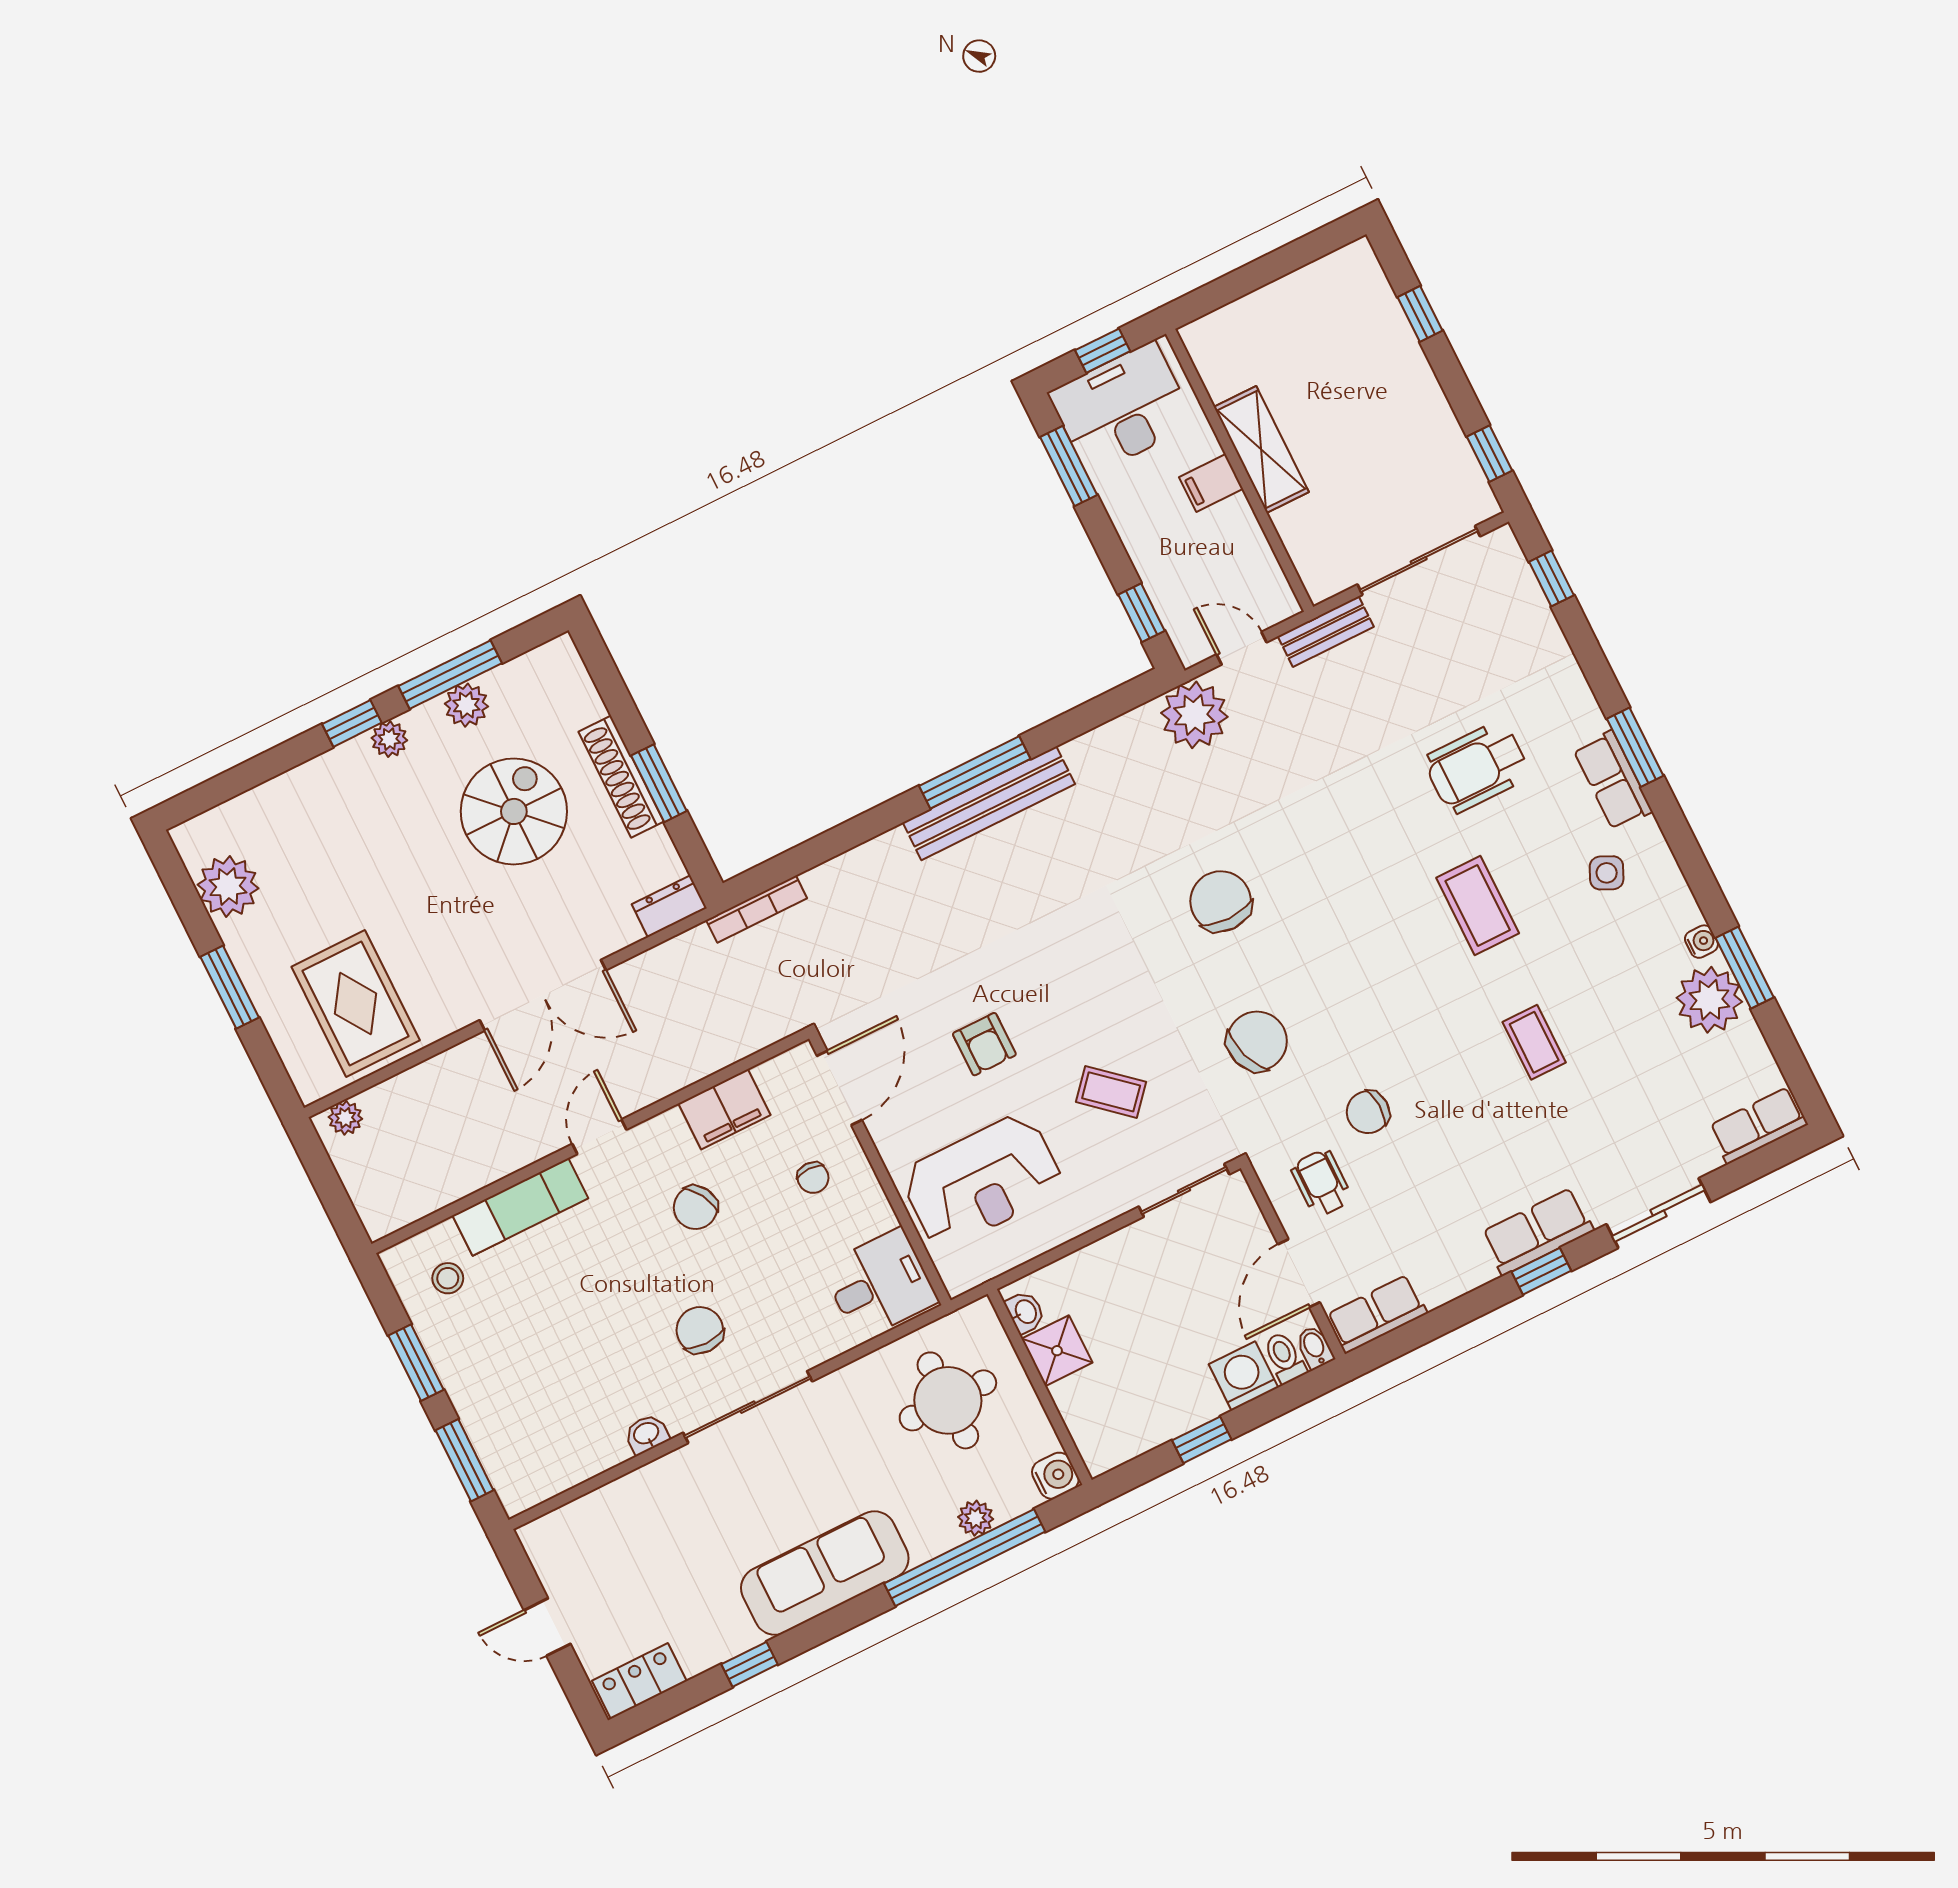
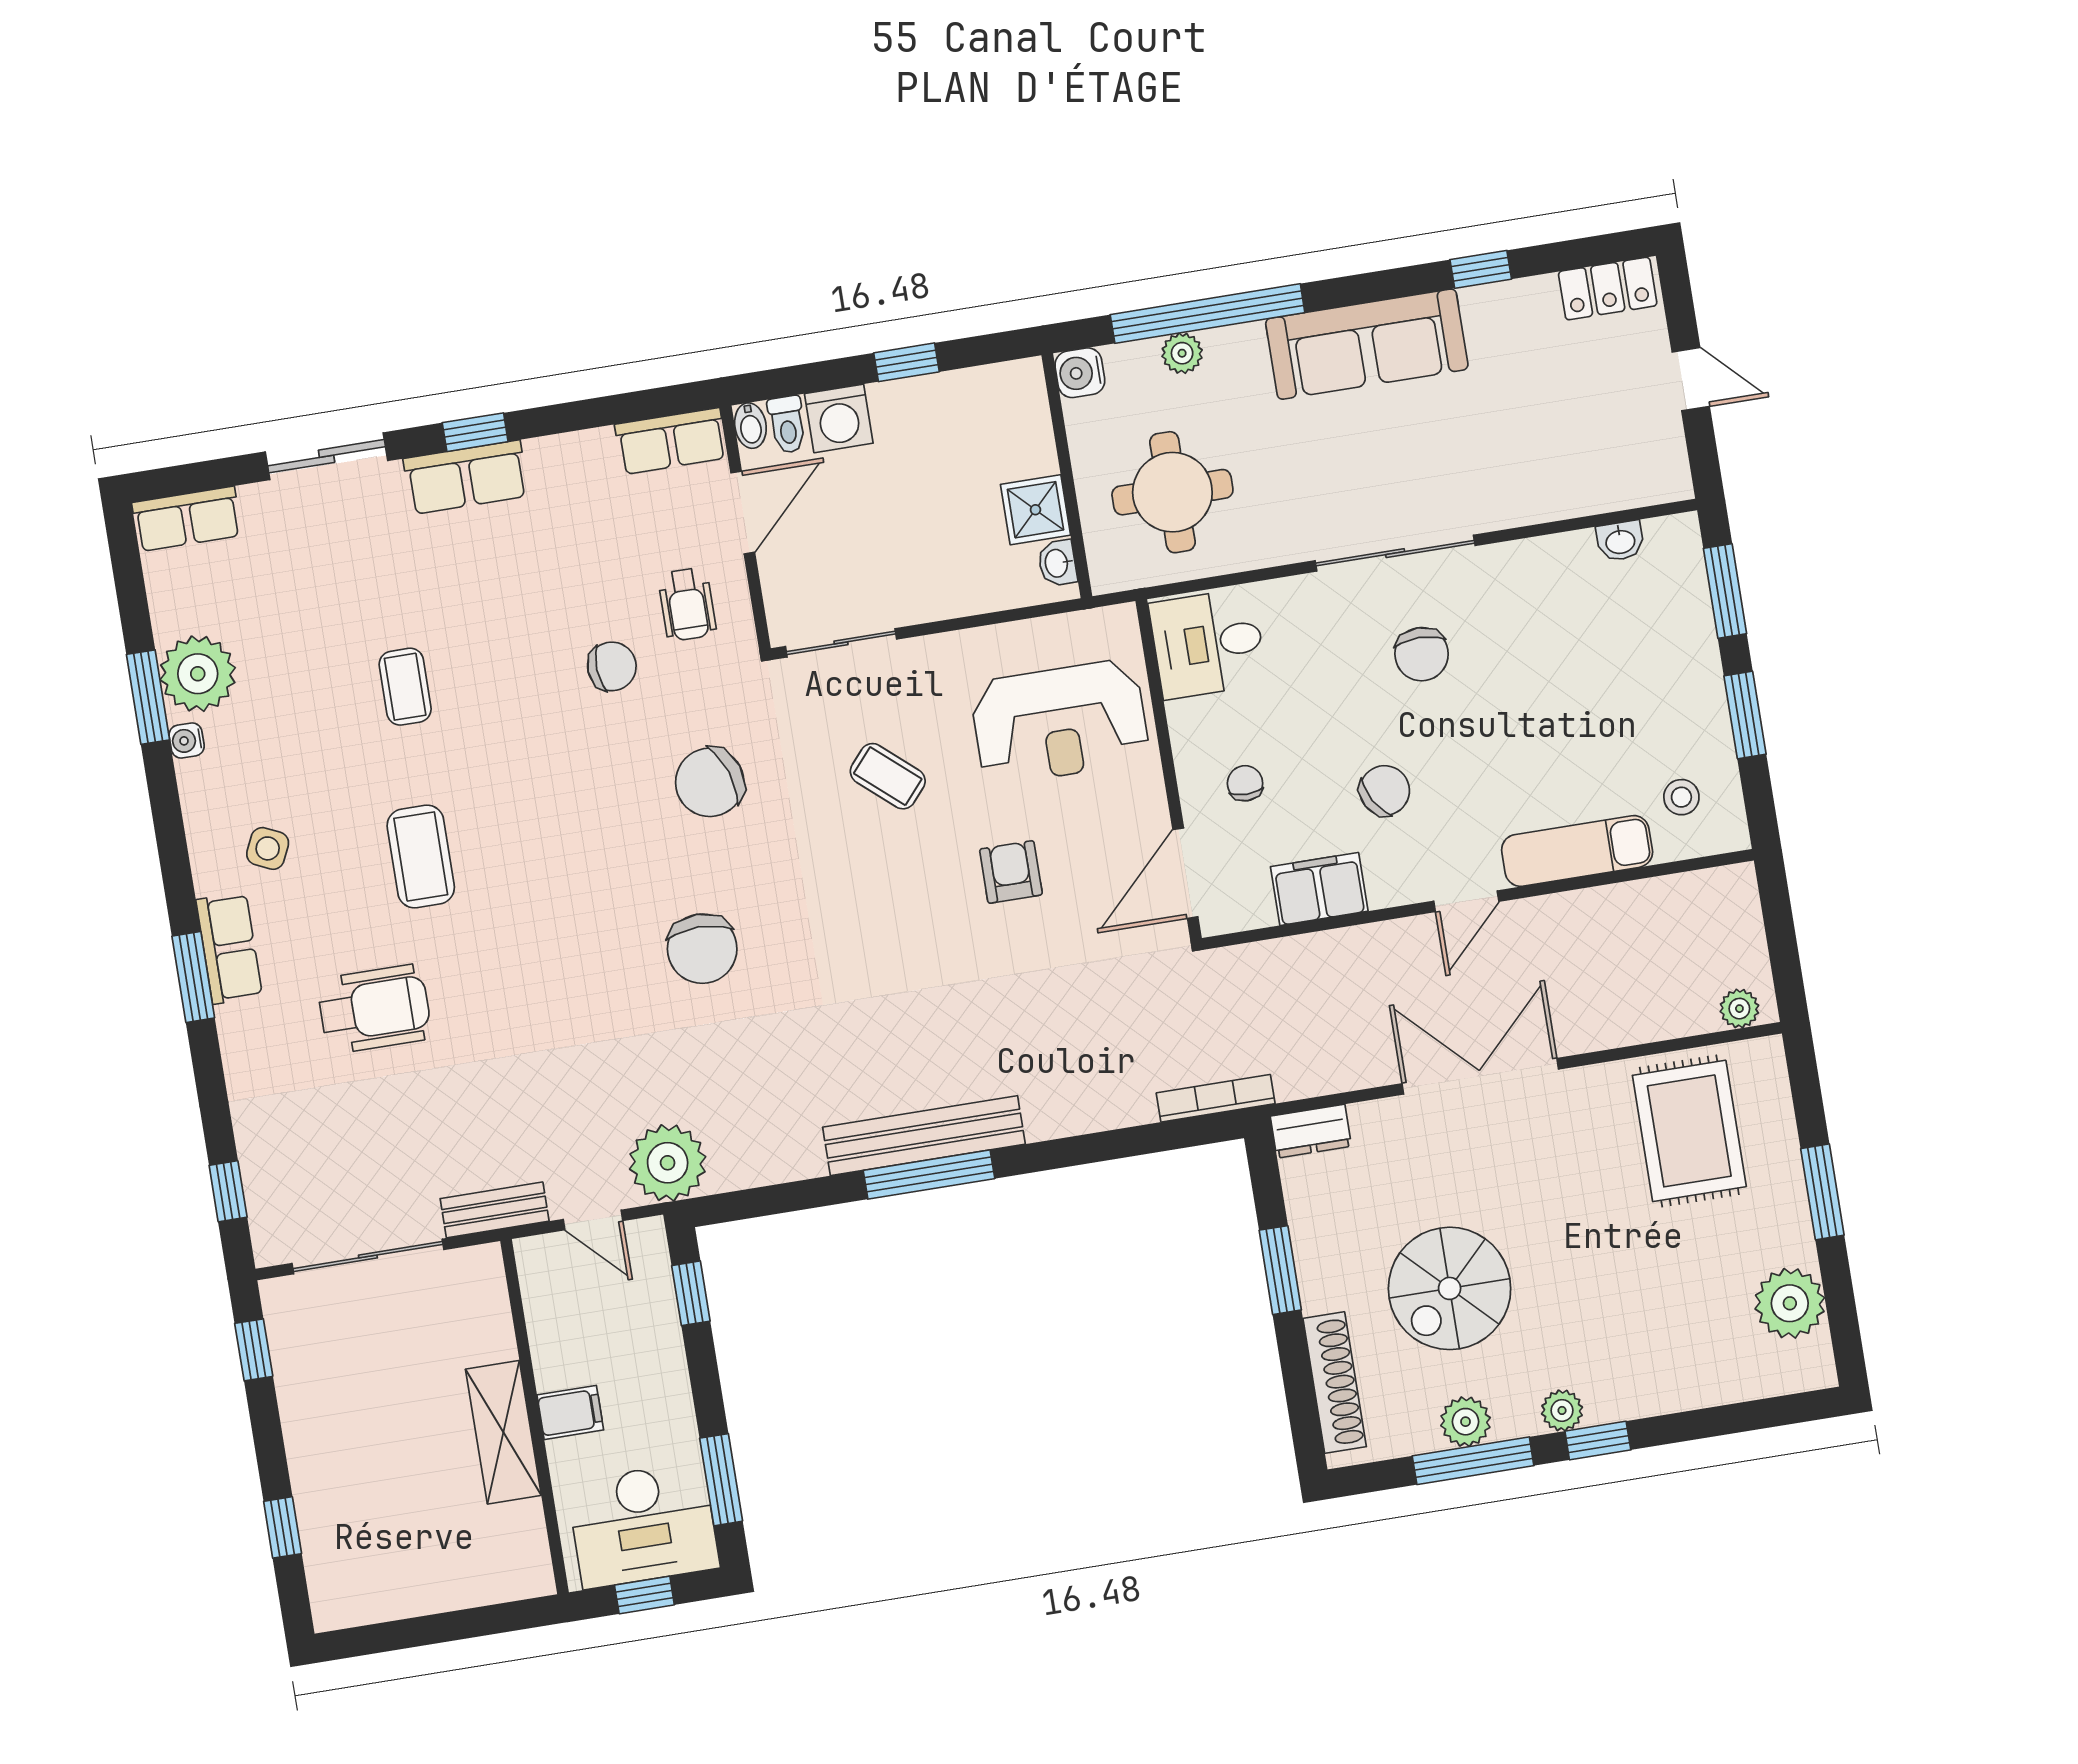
shoe rack: (621, 777) -> (1335, 1383), moved
reception desk: (982, 1181) -> (1060, 722), turned 180
washbasin: (647, 1434) -> (1620, 541), moved

